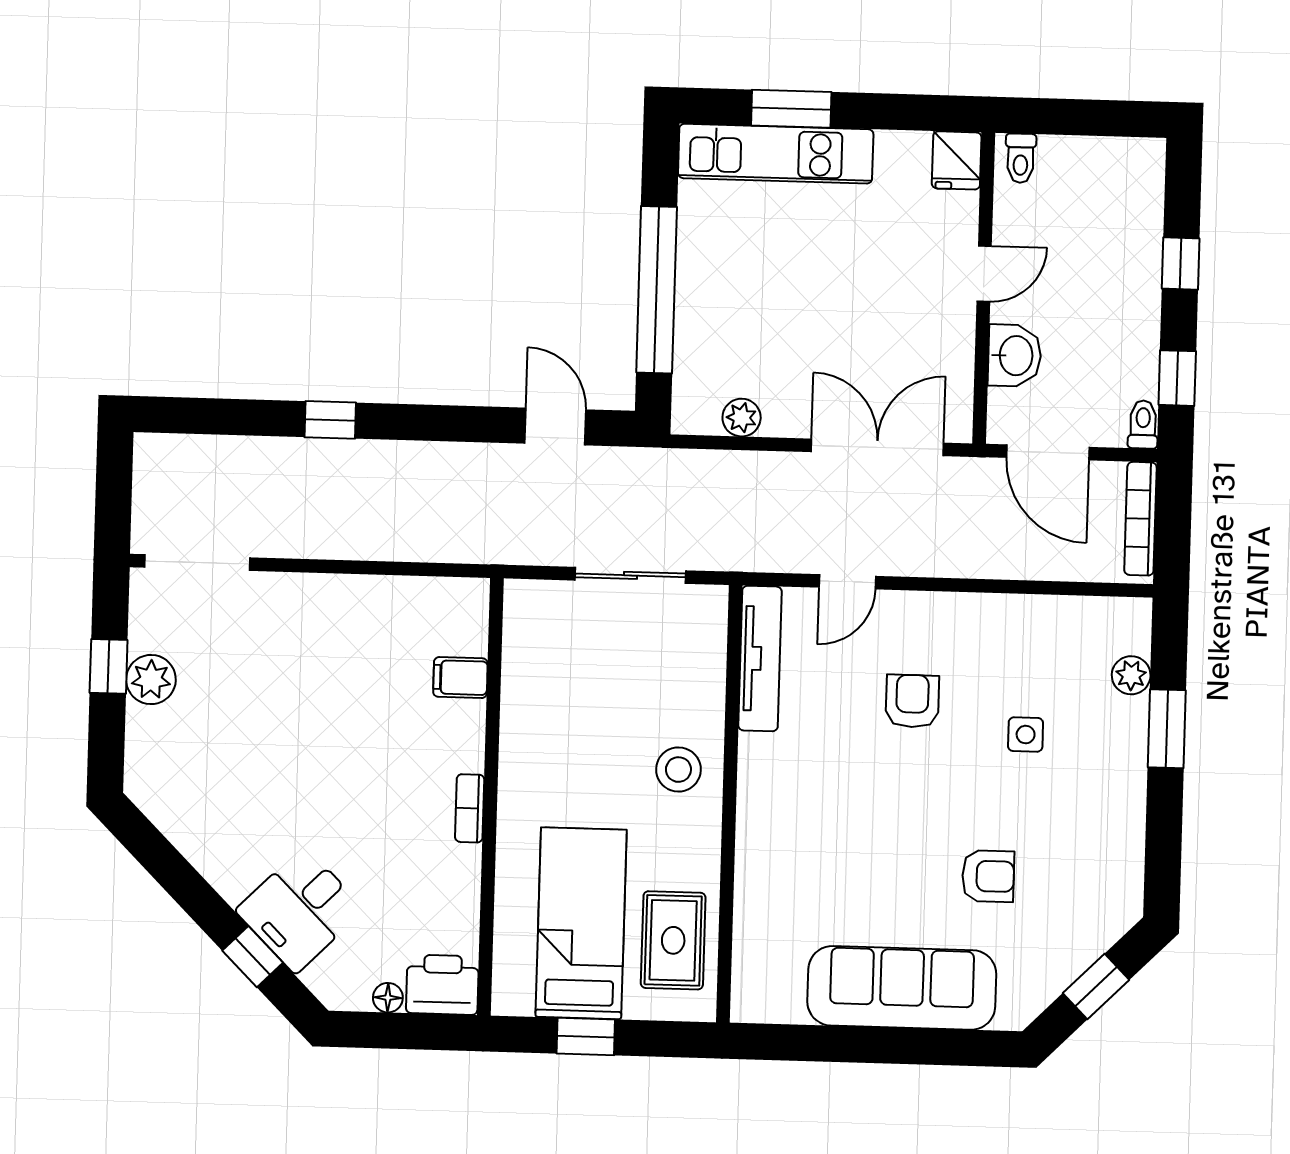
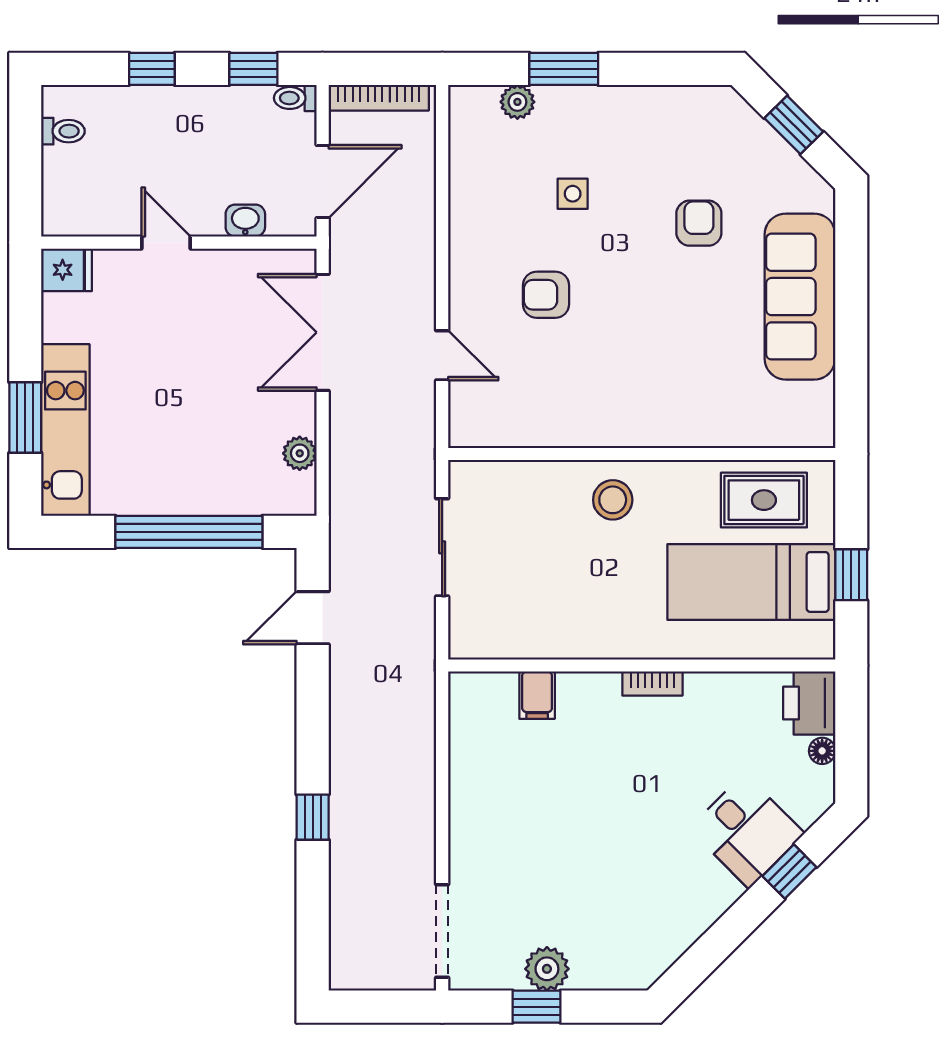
toilet: (1021, 158) -> (63, 131), moved
washbasin: (1015, 356) -> (245, 221), width x0.72, depth x0.69
tv unit: (760, 659) -> (512, 431), removed

